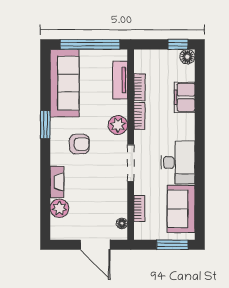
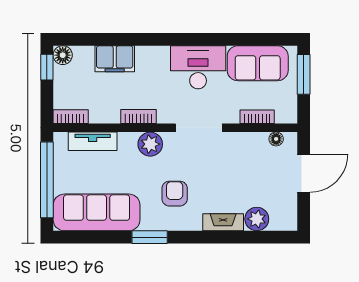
bookcase: (139, 87) -> (71, 117), moved

